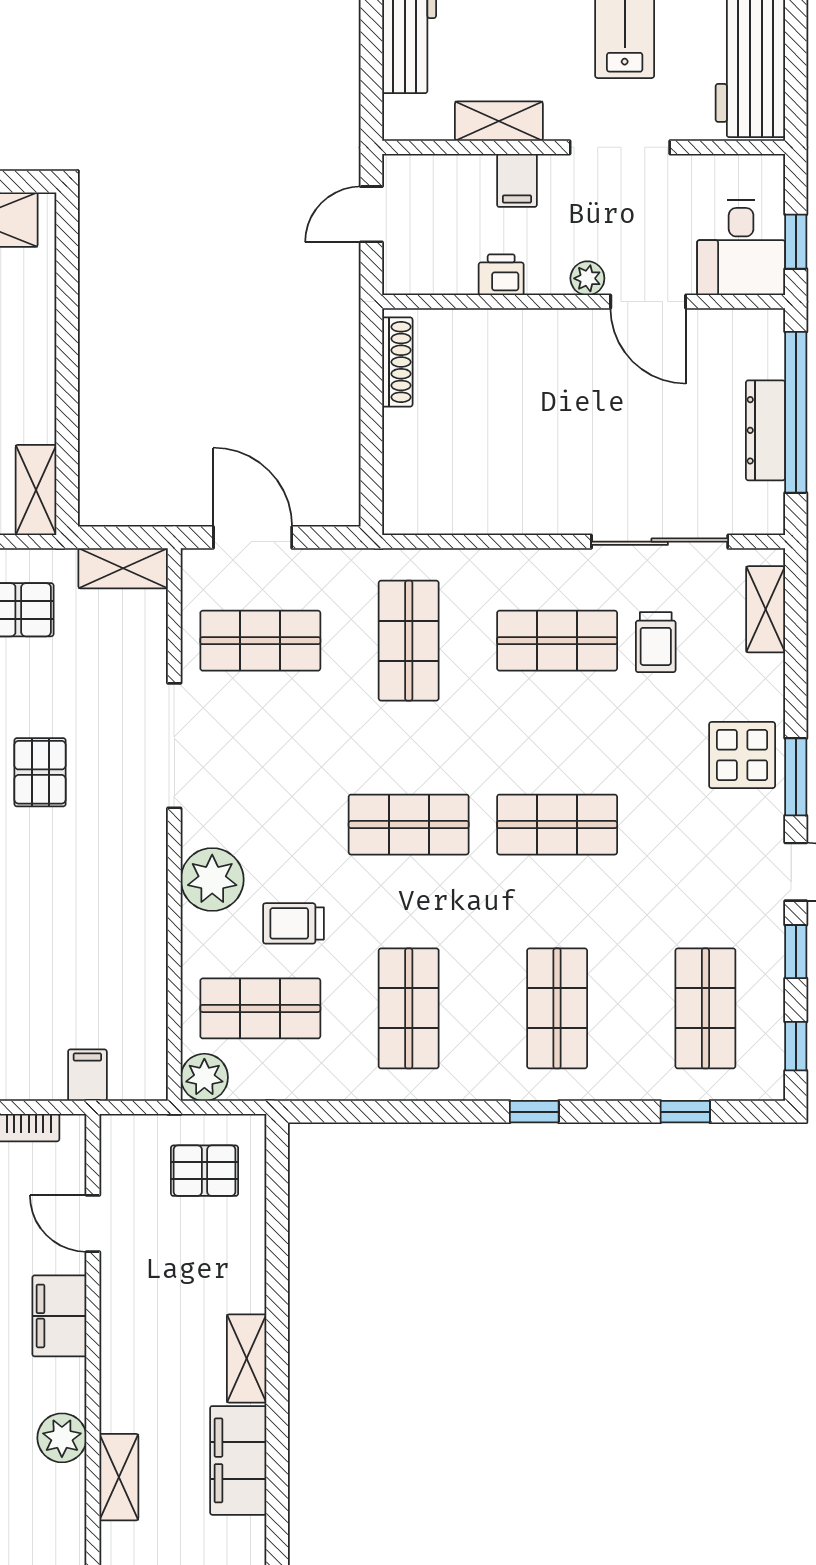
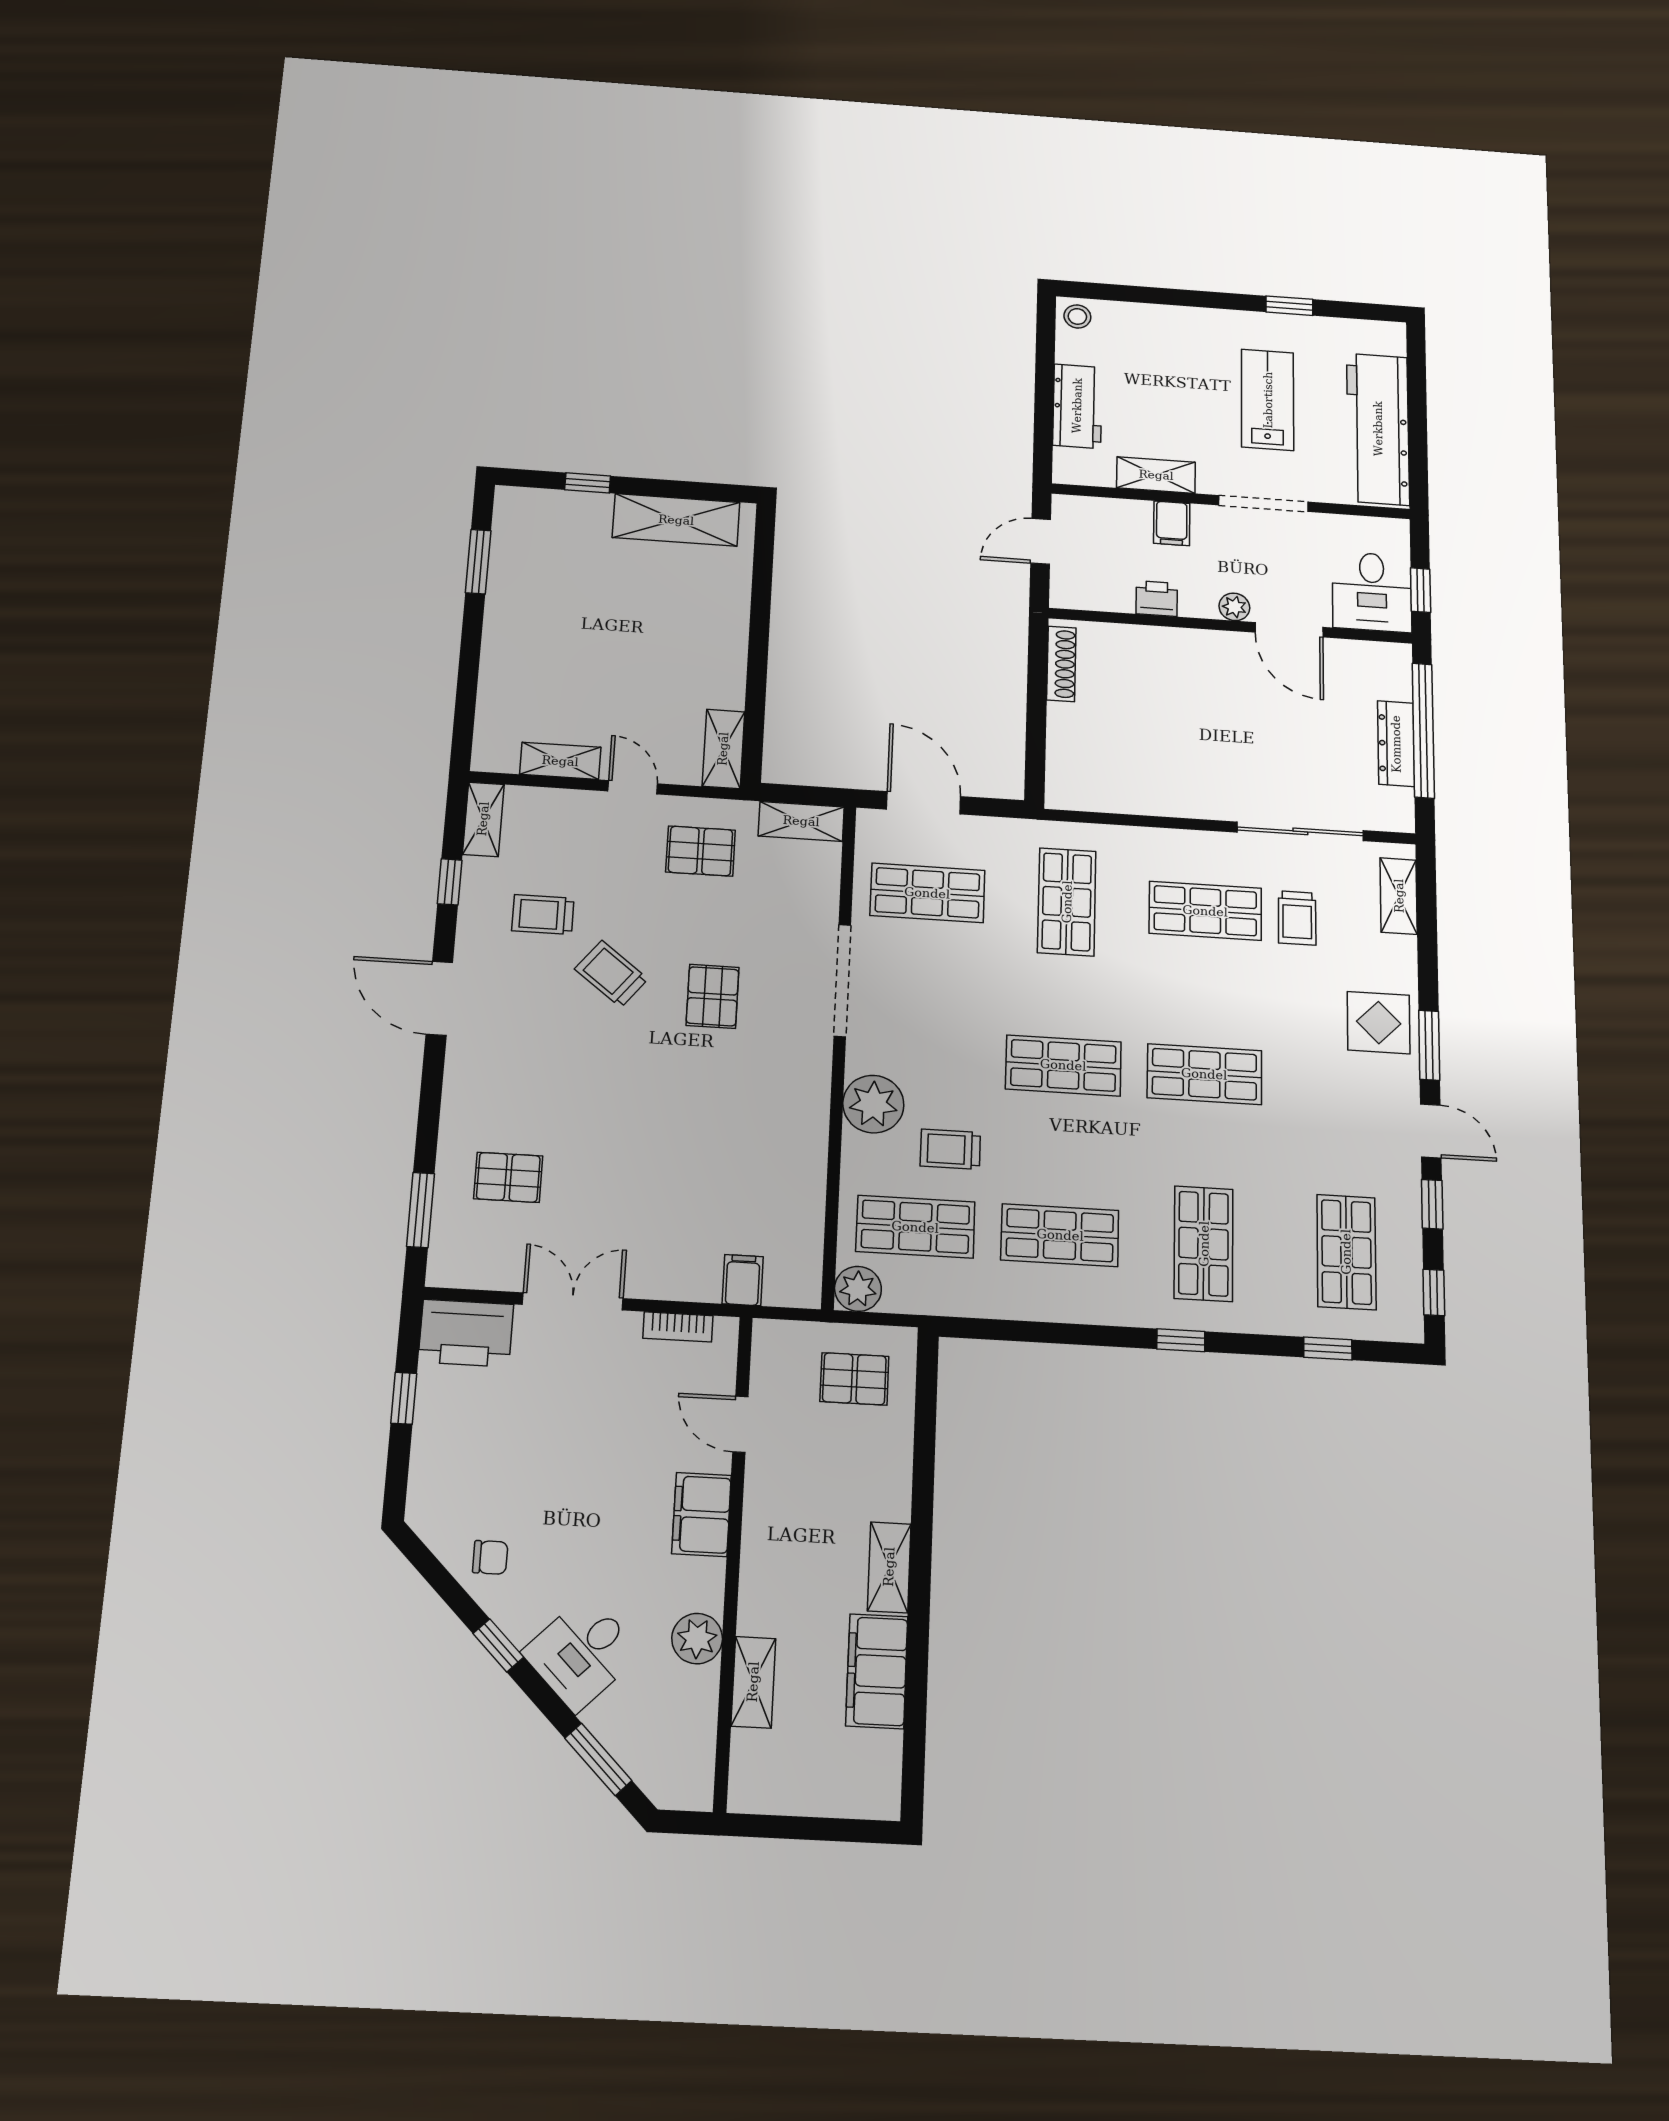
shop shelf: (409, 1008) -> (1060, 1235), turned 90

